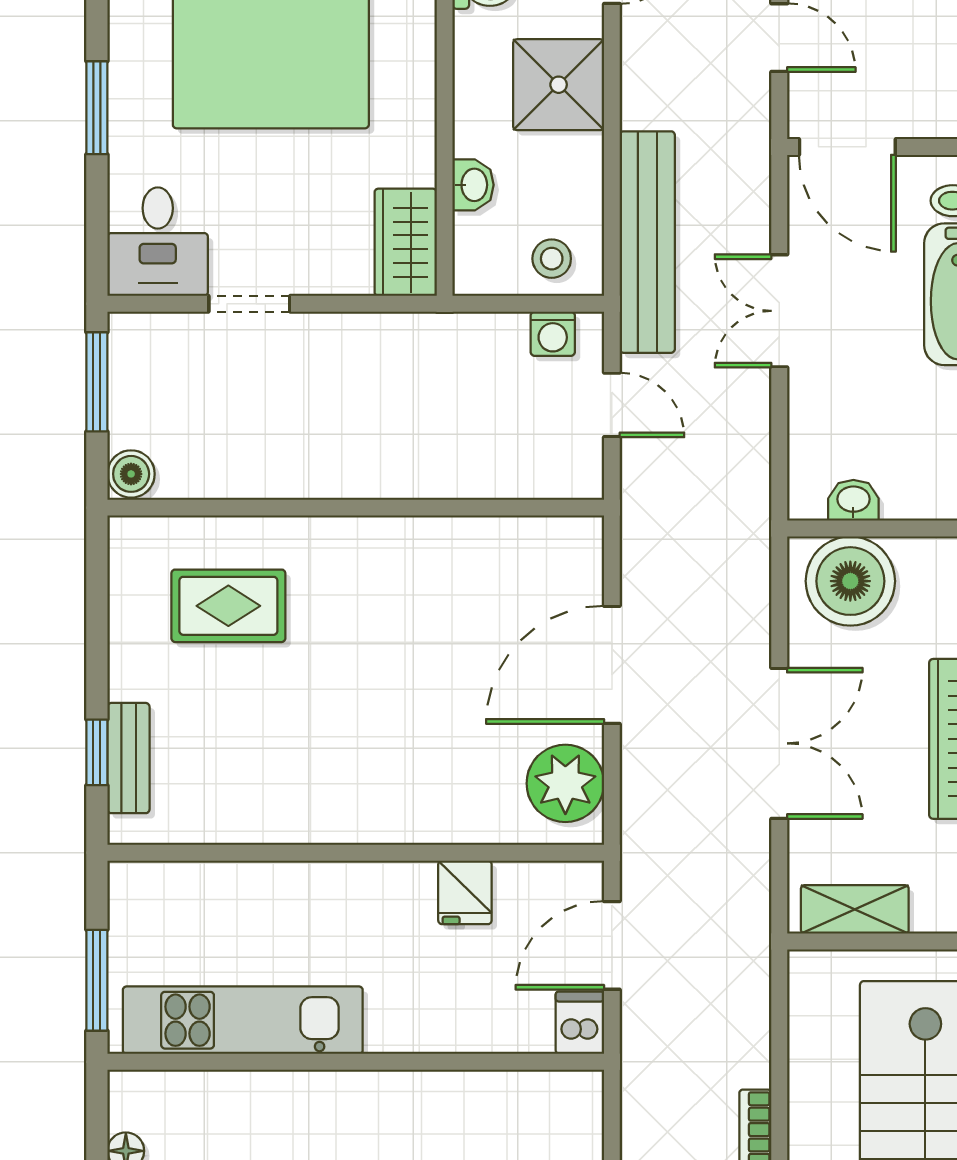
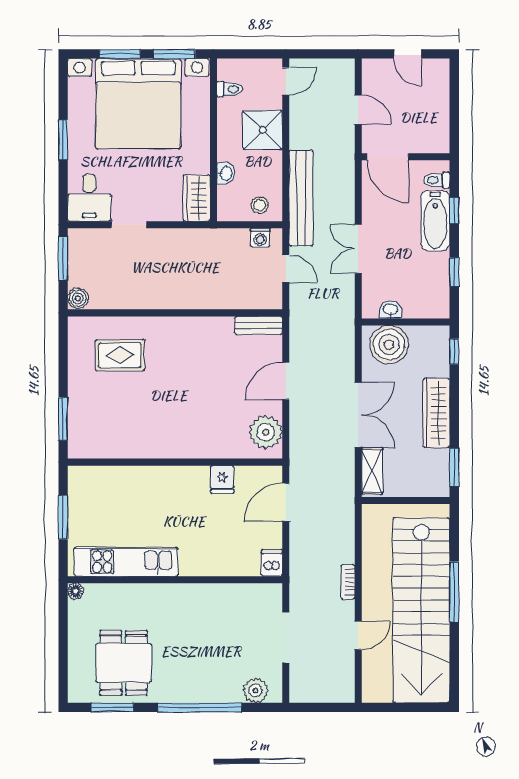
double door: (779, 311) -> (358, 249), moved
door: (612, 665) -> (286, 381), width x0.73
window: (97, 752) -> (63, 419), width x1.50
bench: (128, 758) -> (259, 325), moved, turned 90
shelving: (855, 909) -> (372, 471), moved, turned 90
kitchen unit: (243, 1020) -> (126, 562), moved
dishwasher: (580, 1023) -> (272, 563), moved
wall: (356, 1062) -> (175, 580), moved

